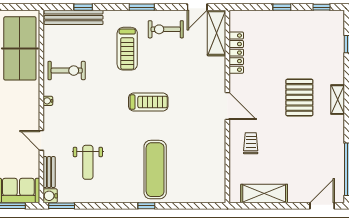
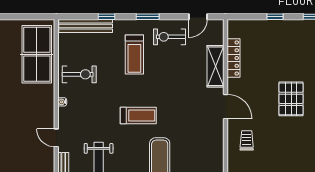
window: (83, 7) -> (106, 17), moved
shelving: (216, 33) -> (216, 66), moved
treadmill: (148, 102) -> (138, 115), moved

